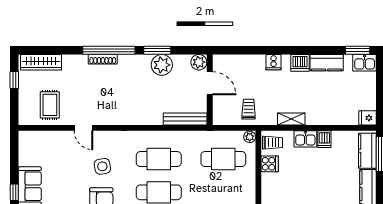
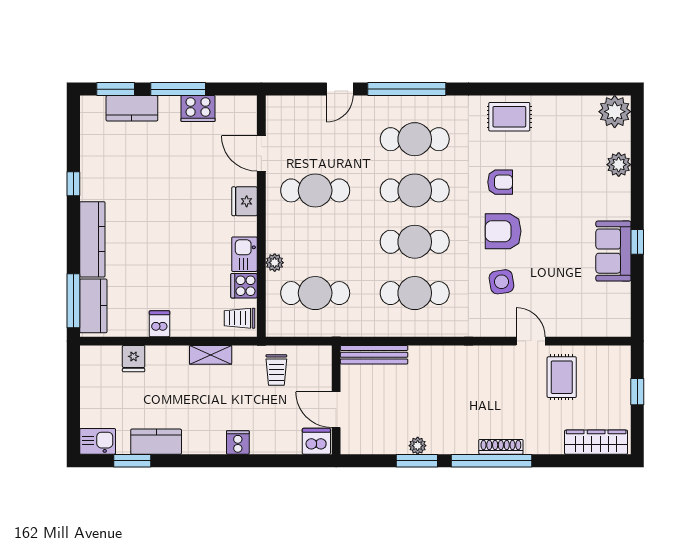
window: (358, 50) -> (132, 461), moved
plant: (199, 62) -> (353, 442), removed
dishwasher: (300, 63) -> (316, 441), moved
plant: (162, 65) -> (418, 446), width x0.53, depth x0.53
window: (14, 80) -> (637, 392), moved
rug: (50, 105) -> (562, 377), moved
fridge: (368, 118) -> (134, 359), moved, turned 90
plant: (250, 137) -> (275, 263), moved
kitchen sink: (305, 139) -> (244, 254), moved, turned -90

